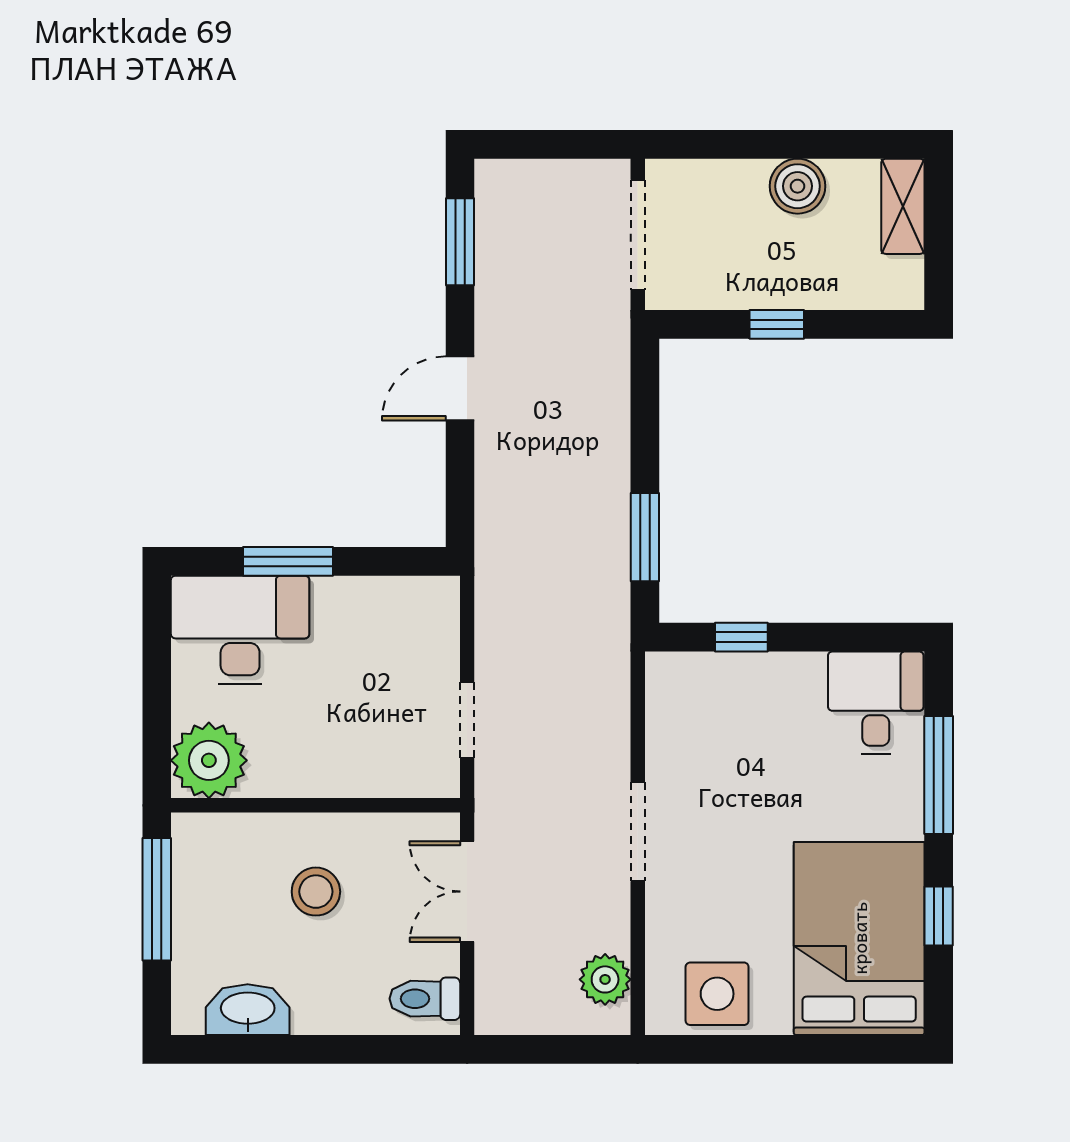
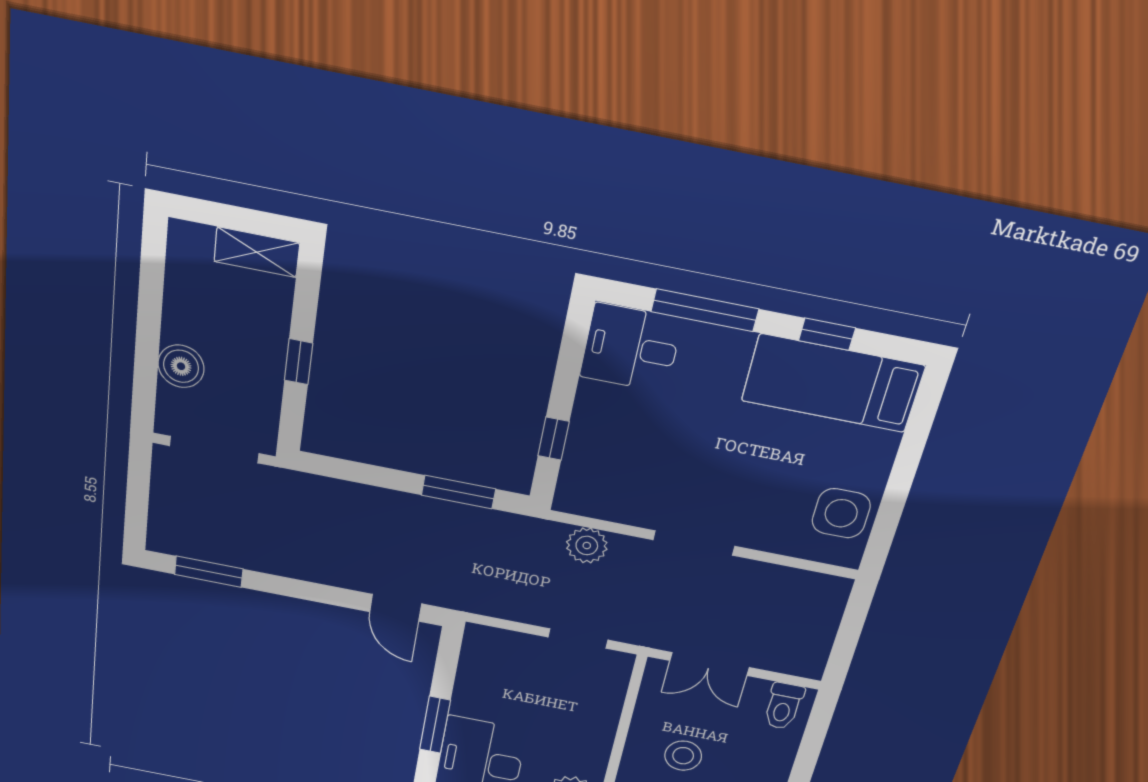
boiler: (798, 186) -> (181, 366), moved
shelving: (903, 206) -> (257, 252), moved
door: (460, 388) -> (396, 608), moved
bed: (859, 938) -> (833, 383), width x0.67
plant: (605, 979) -> (587, 546), moved

